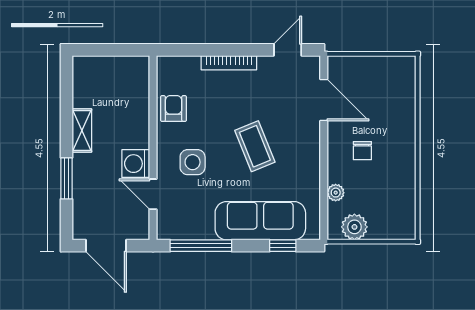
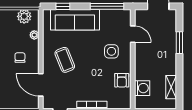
shelving: (82, 130) -> (171, 87), moved
coffee table: (255, 146) -> (65, 60), moved
washing machine: (136, 164) -> (142, 88), moved

